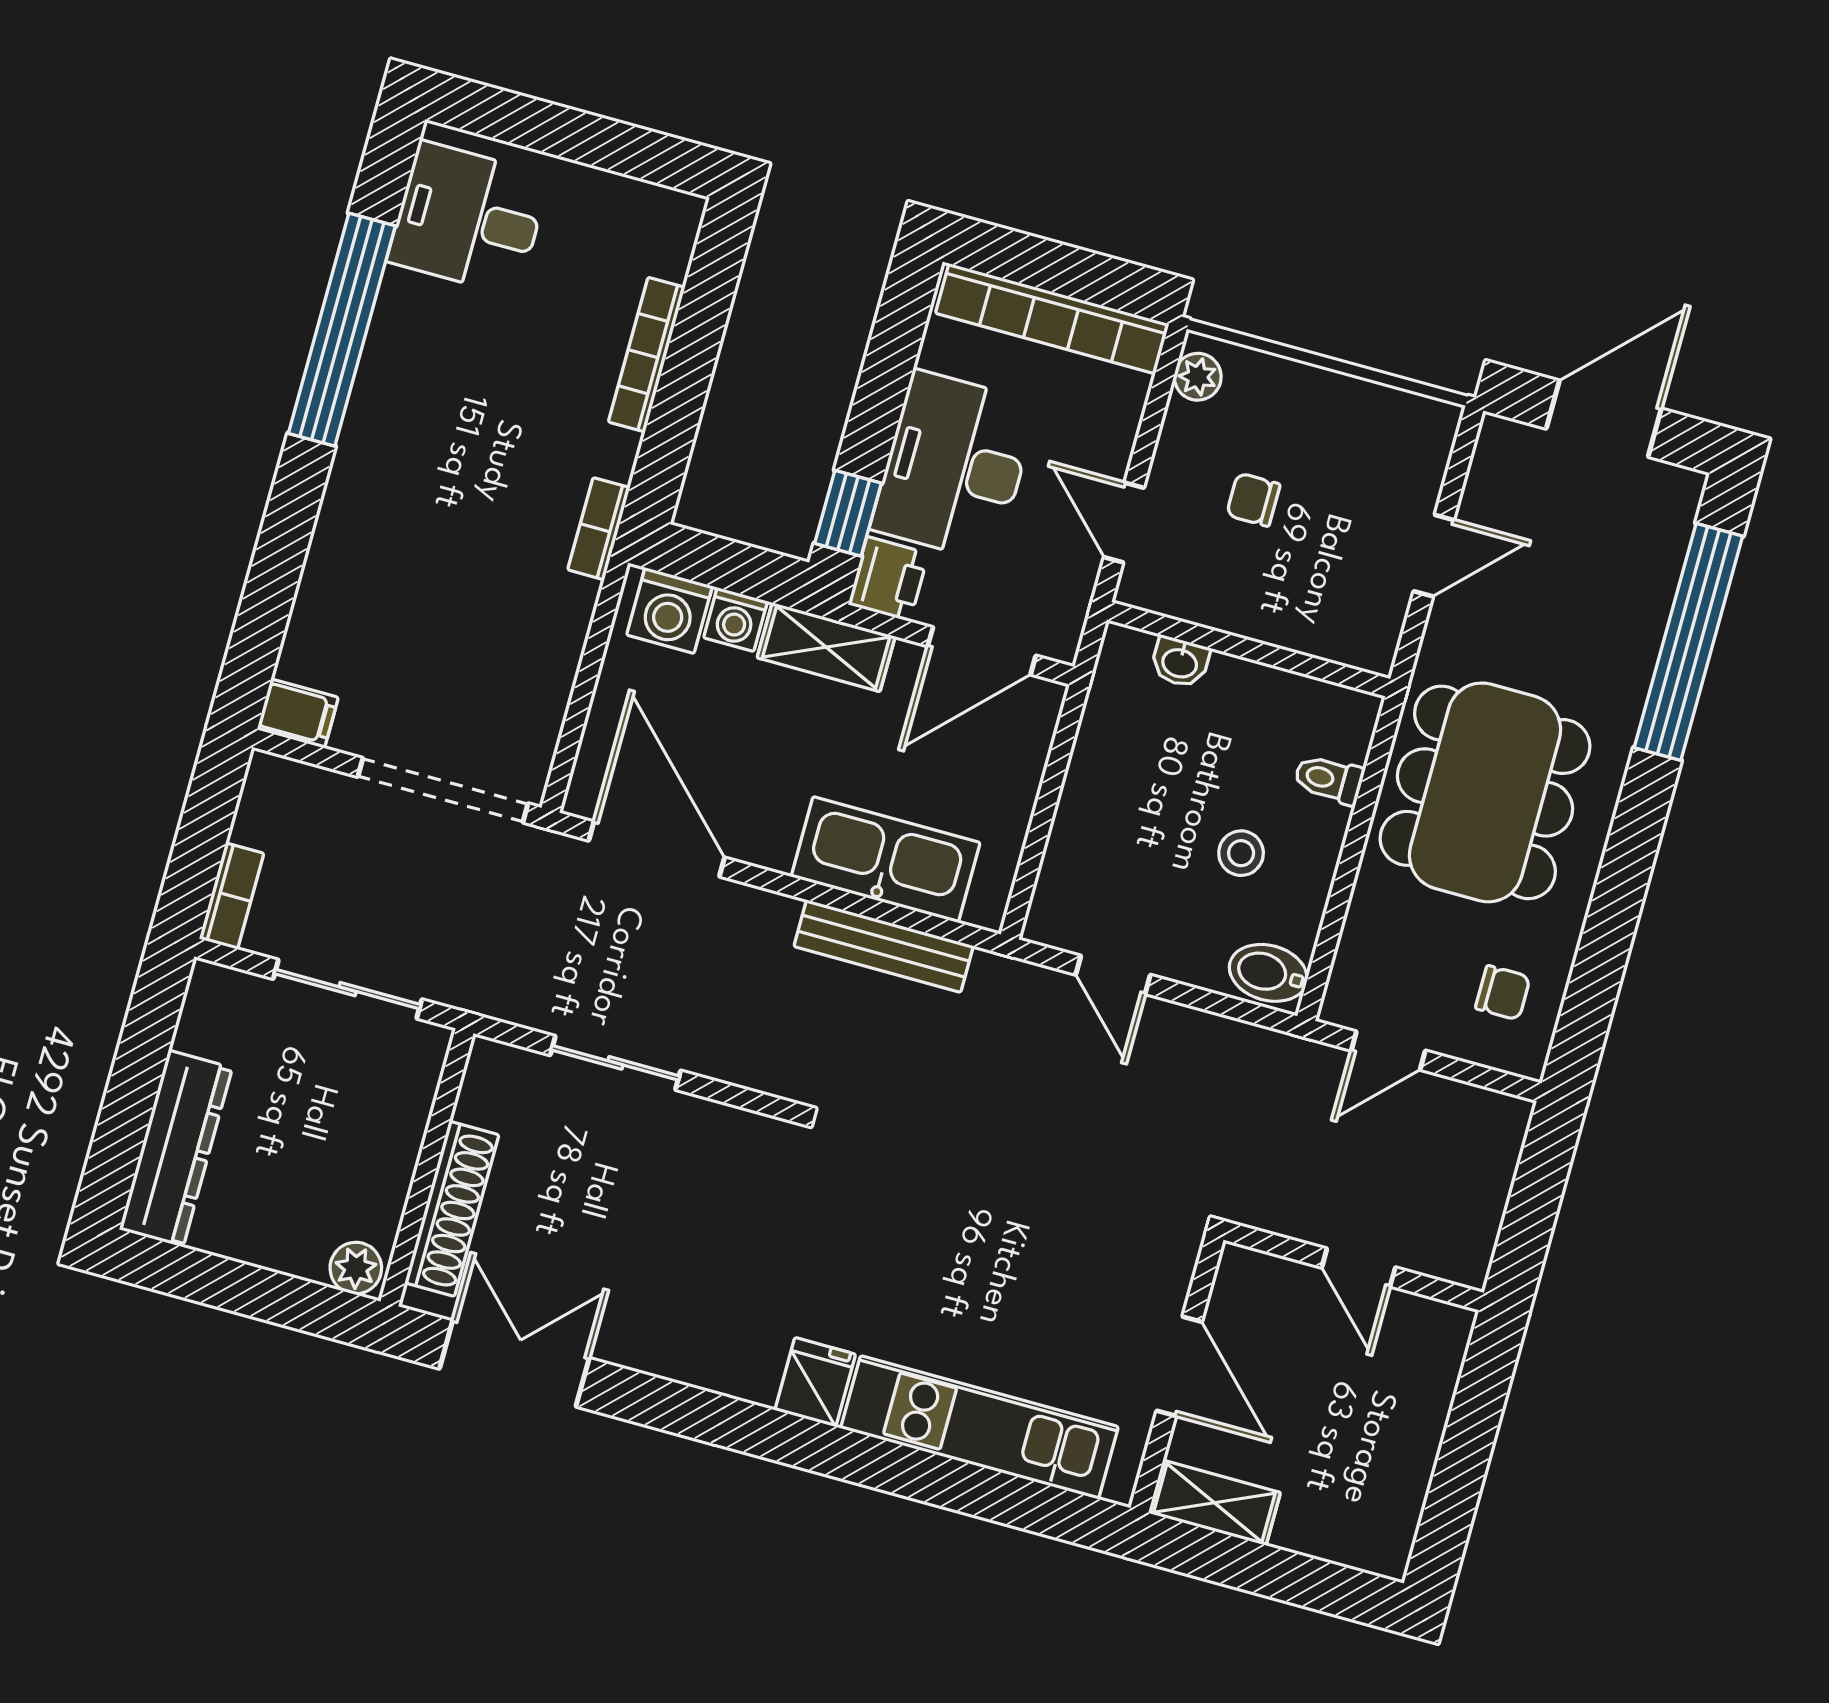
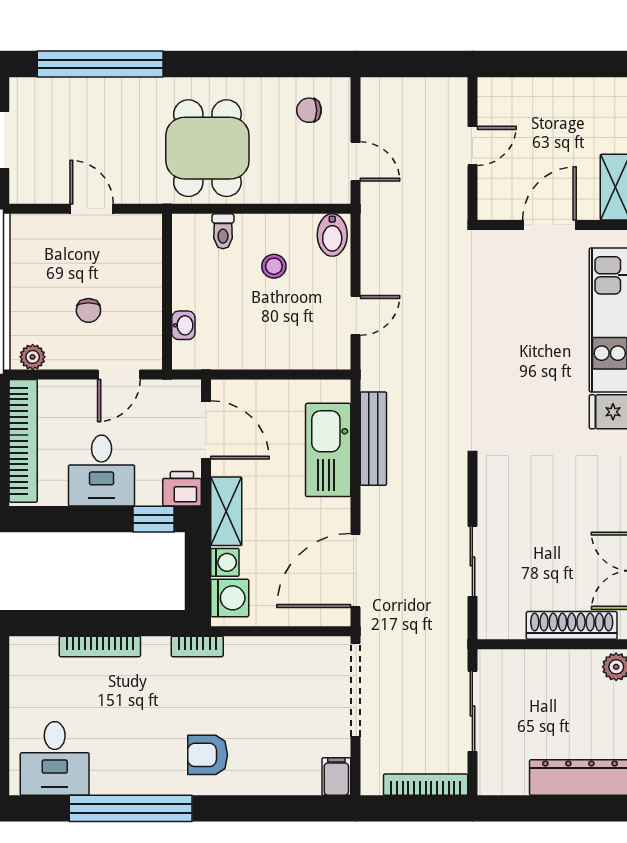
desk: (954, 466) -> (102, 471), width x0.73
armchair: (400, 494) -> (208, 755), added
dining table: (1485, 792) -> (207, 148), width x0.73
bookcase: (232, 896) -> (426, 785), width x1.56
chair: (1503, 993) -> (309, 110), turned -90

